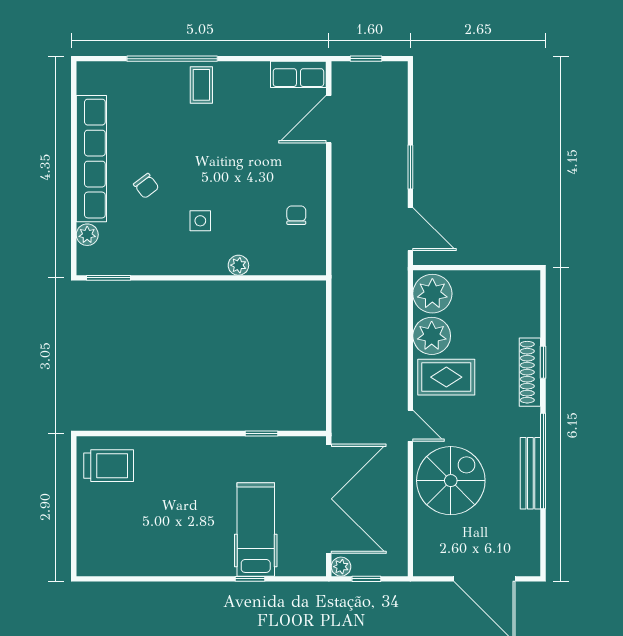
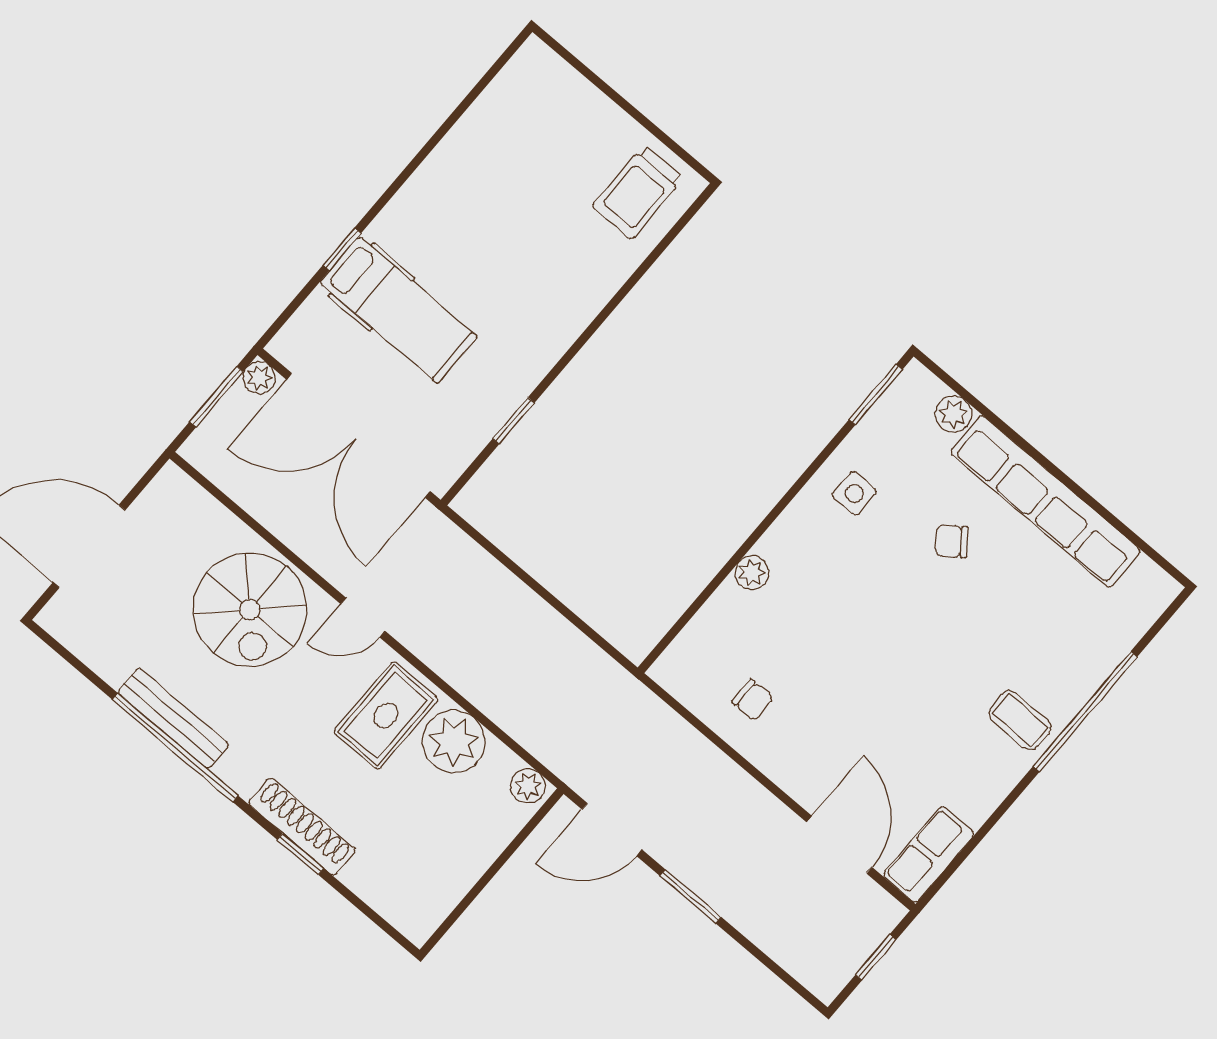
side table: (200, 221) -> (854, 493), moved
plant: (432, 294) -> (528, 786), width x0.53, depth x0.53
window: (366, 579) -> (216, 397), width x1.50

